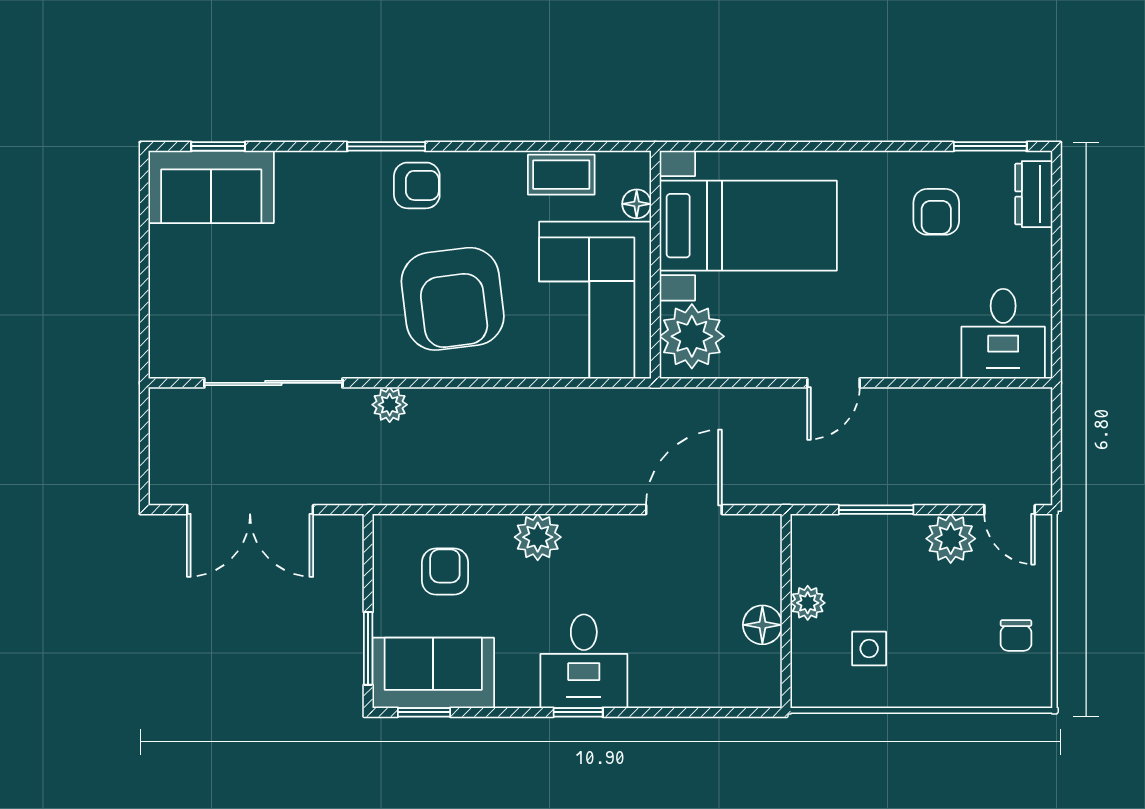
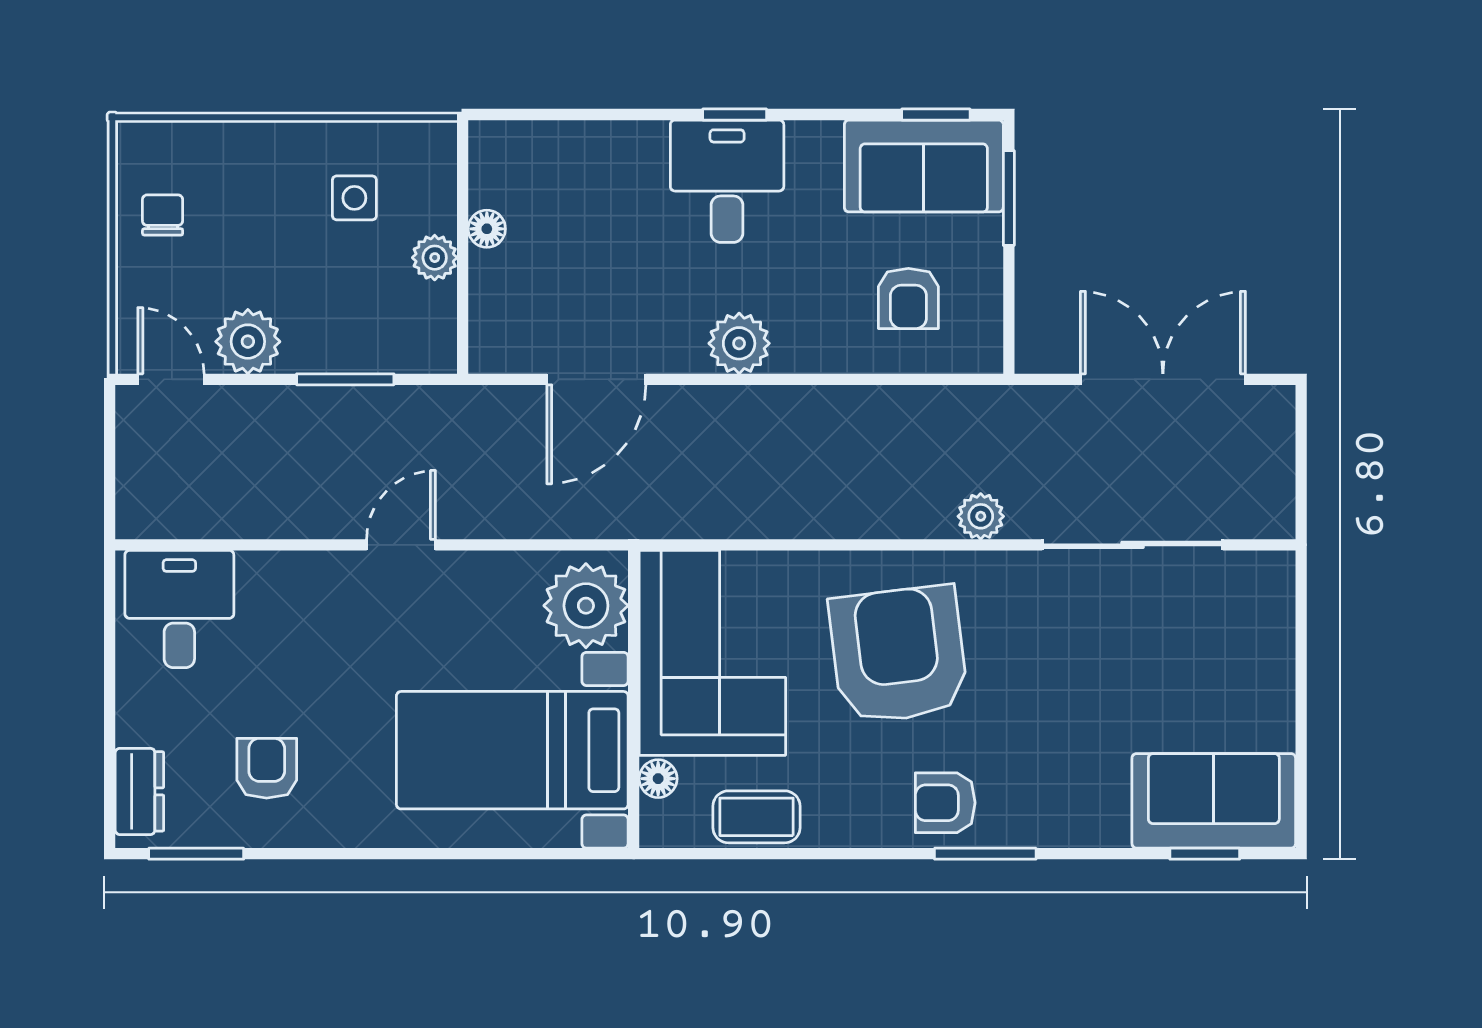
plant: (538, 537) -> (739, 343), moved
floor lamp: (762, 625) -> (487, 229), width x0.73, depth x0.73

